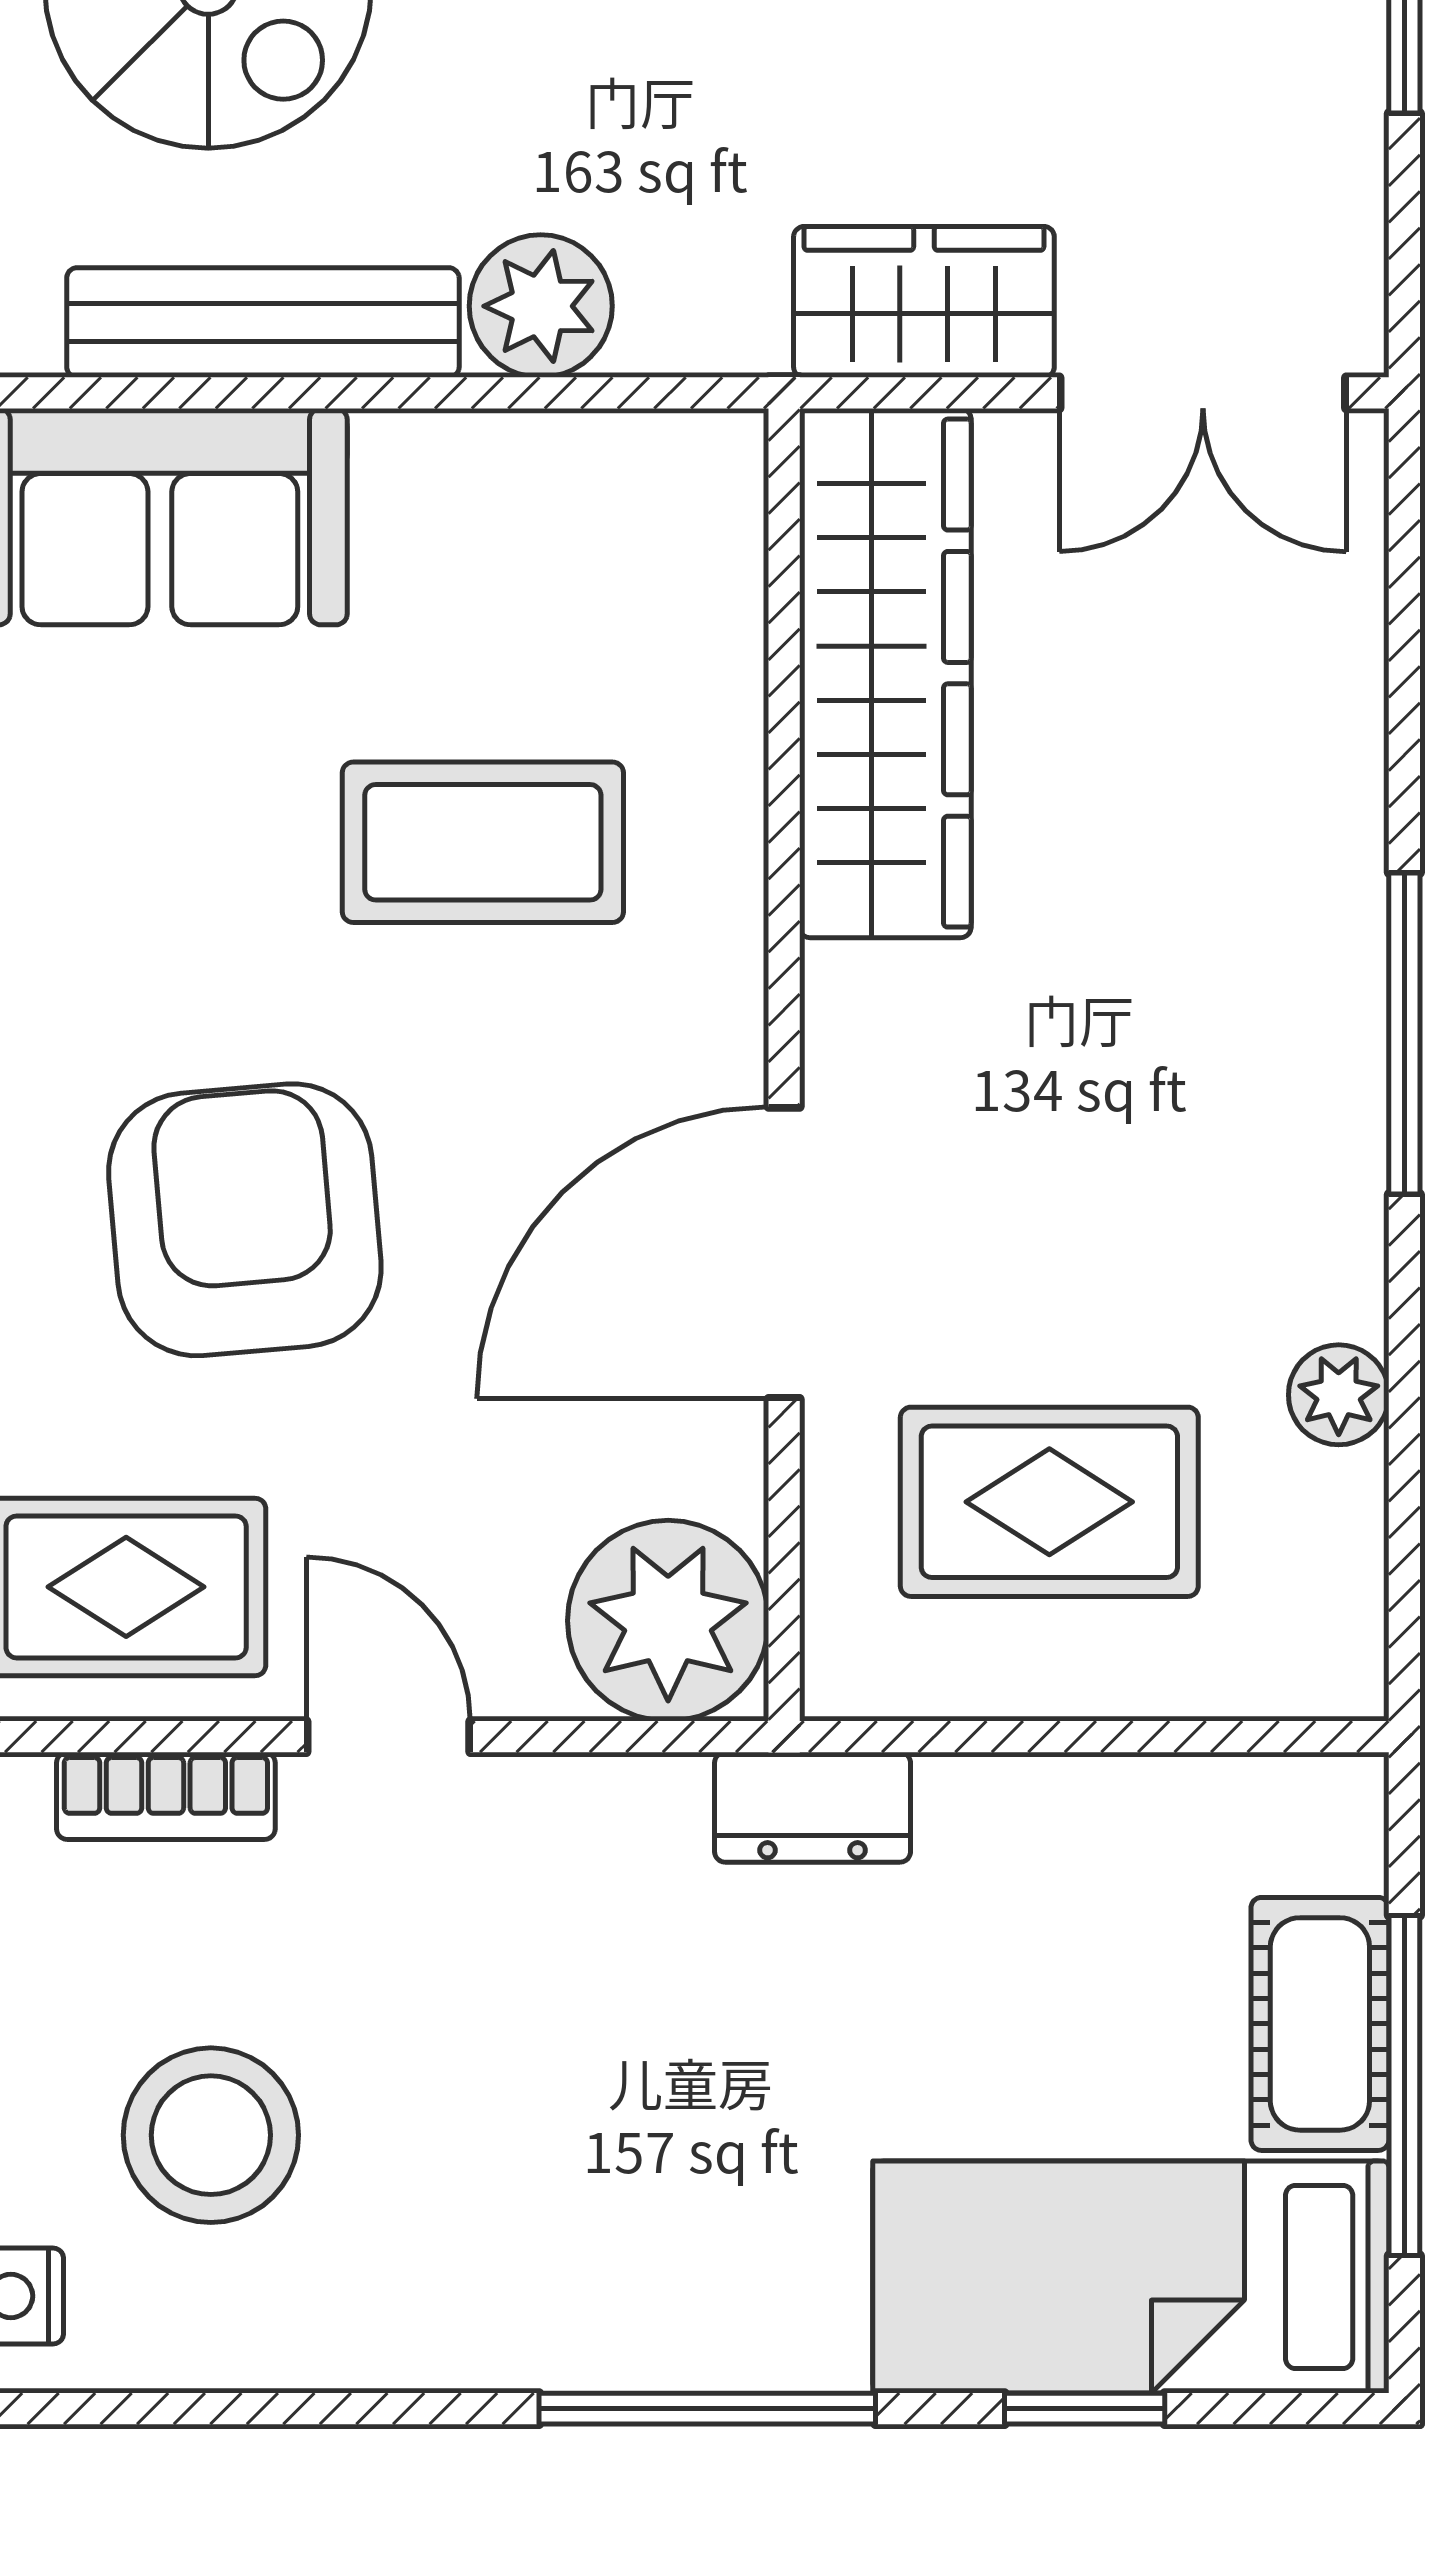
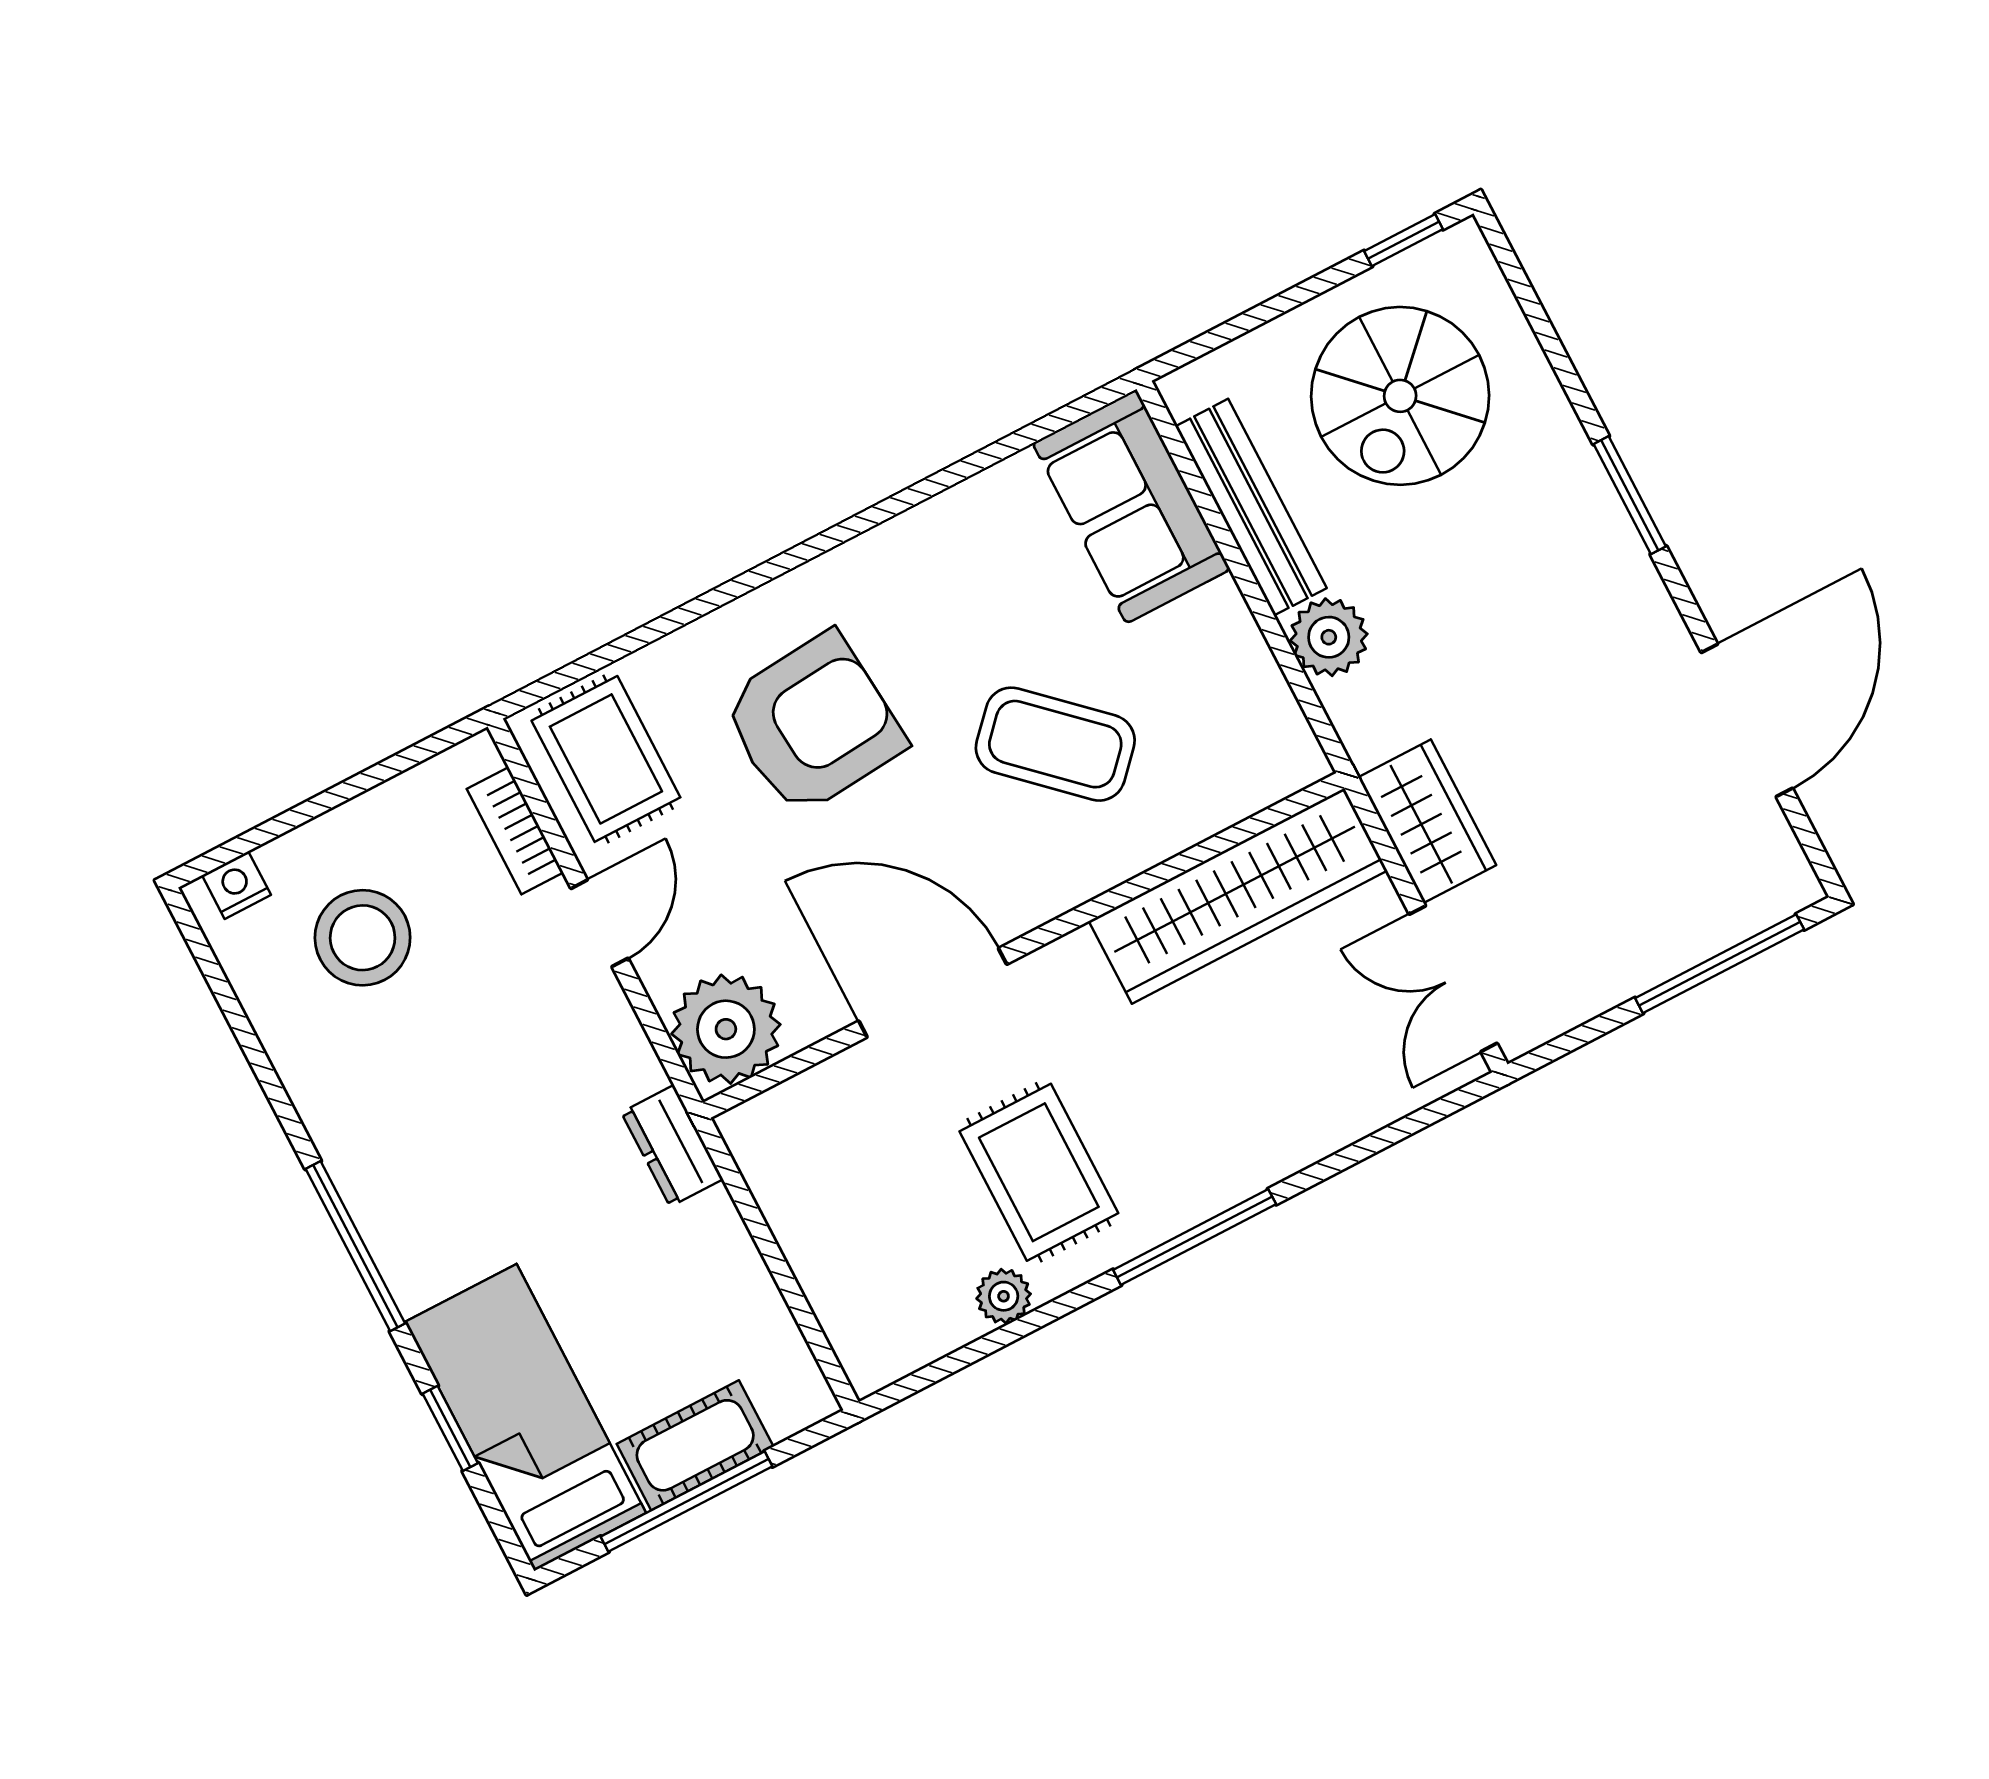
coffee table: (483, 842) -> (1055, 744), turned -47
rug: (1049, 1502) -> (1039, 1172), moved

